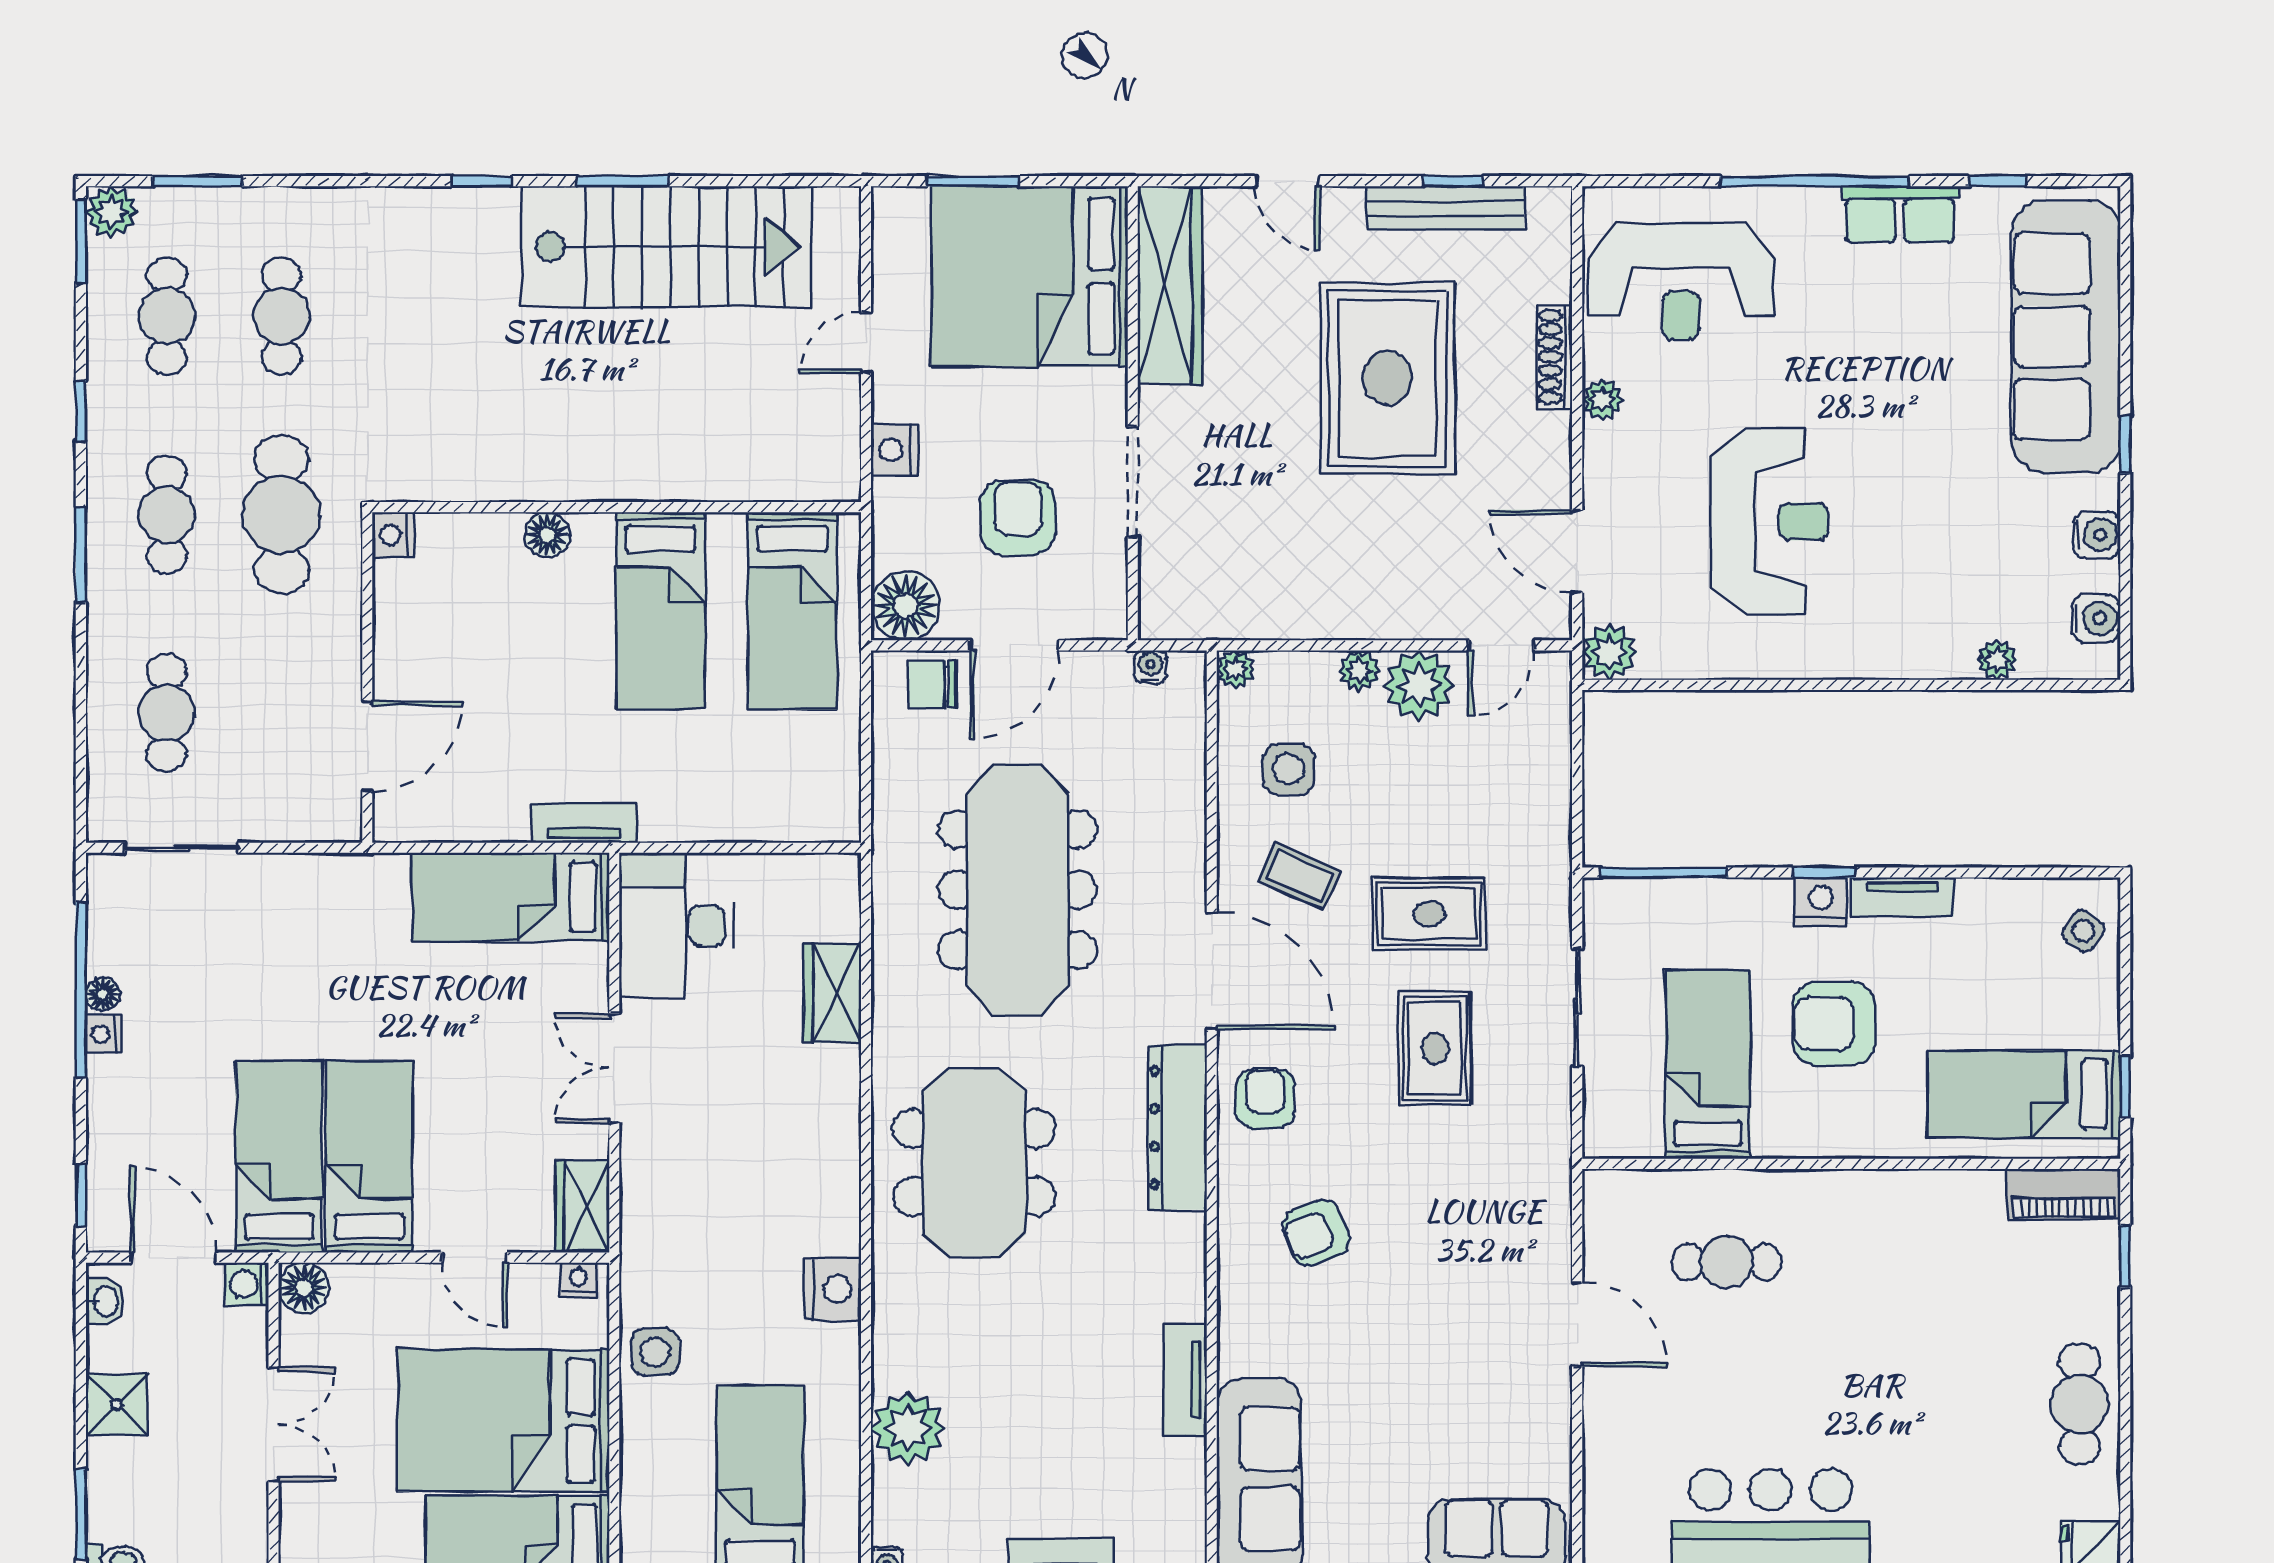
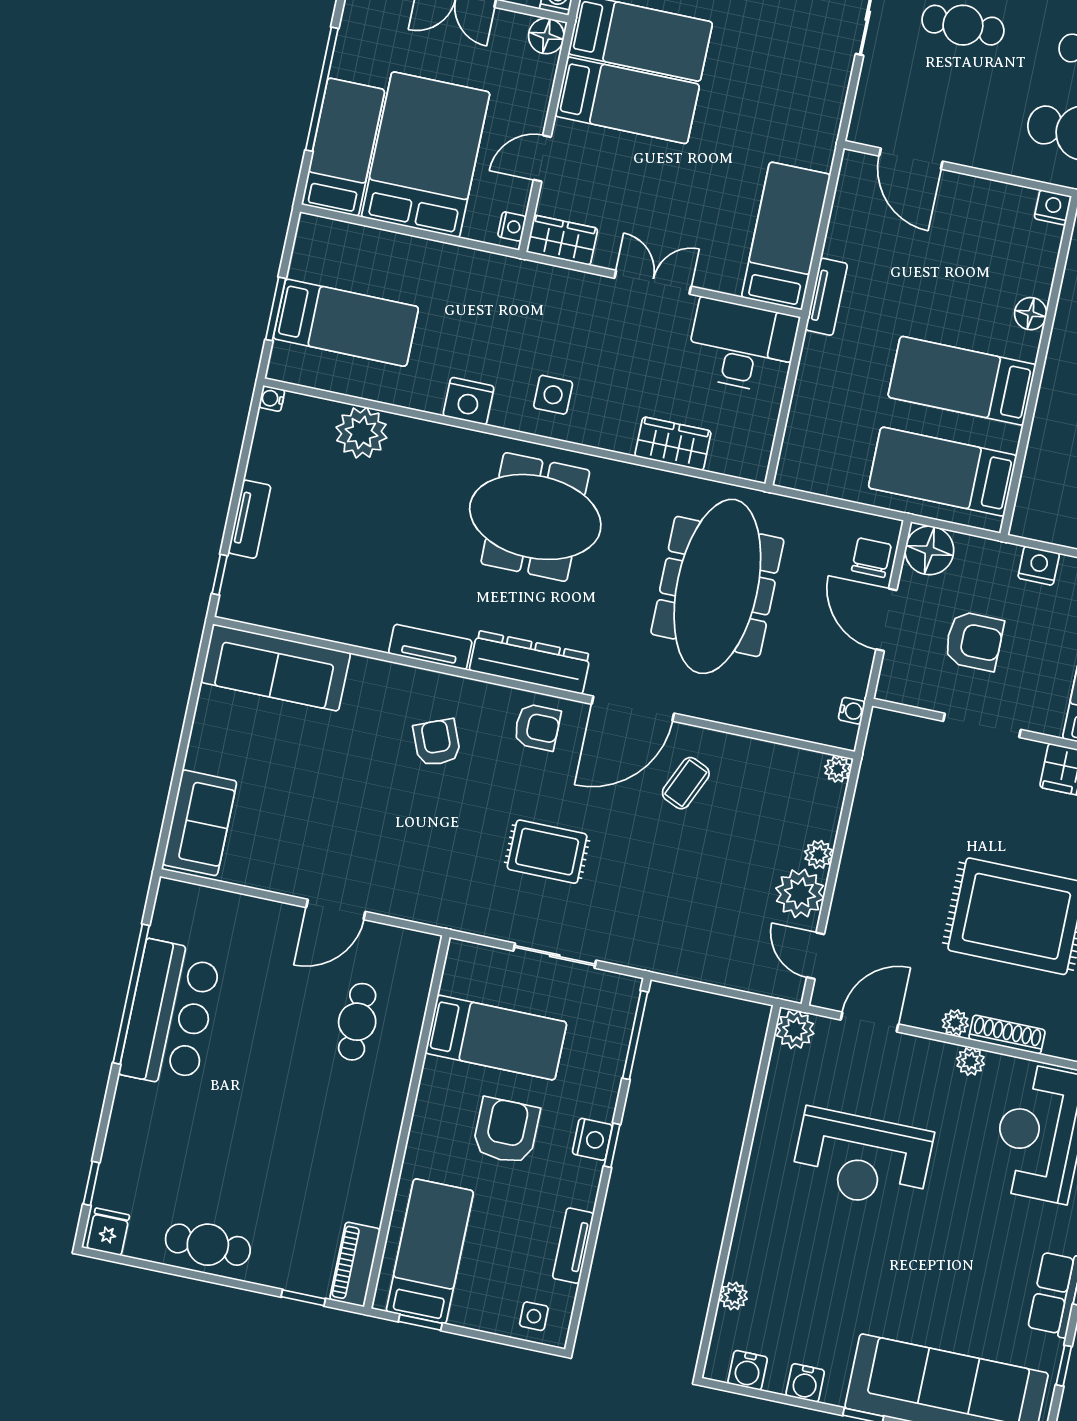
plant: (1553, 432) -> (955, 1023), added
side table: (1289, 769) -> (761, 791), removed
meeting table: (1017, 890) -> (717, 586), turned 90
tv unit: (1902, 897) -> (573, 1246), moved
rug: (1429, 914) -> (641, 867), removed
side table: (2083, 931) -> (534, 1316), turned -35
side table: (655, 1352) -> (553, 395), moved
tv unit: (1185, 1380) -> (430, 647), moved

